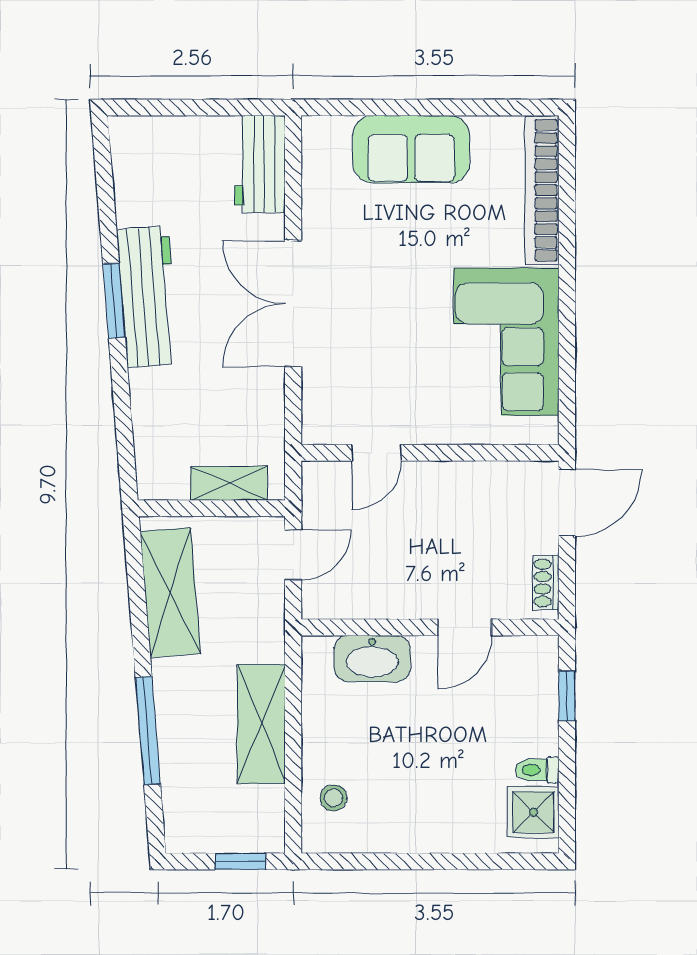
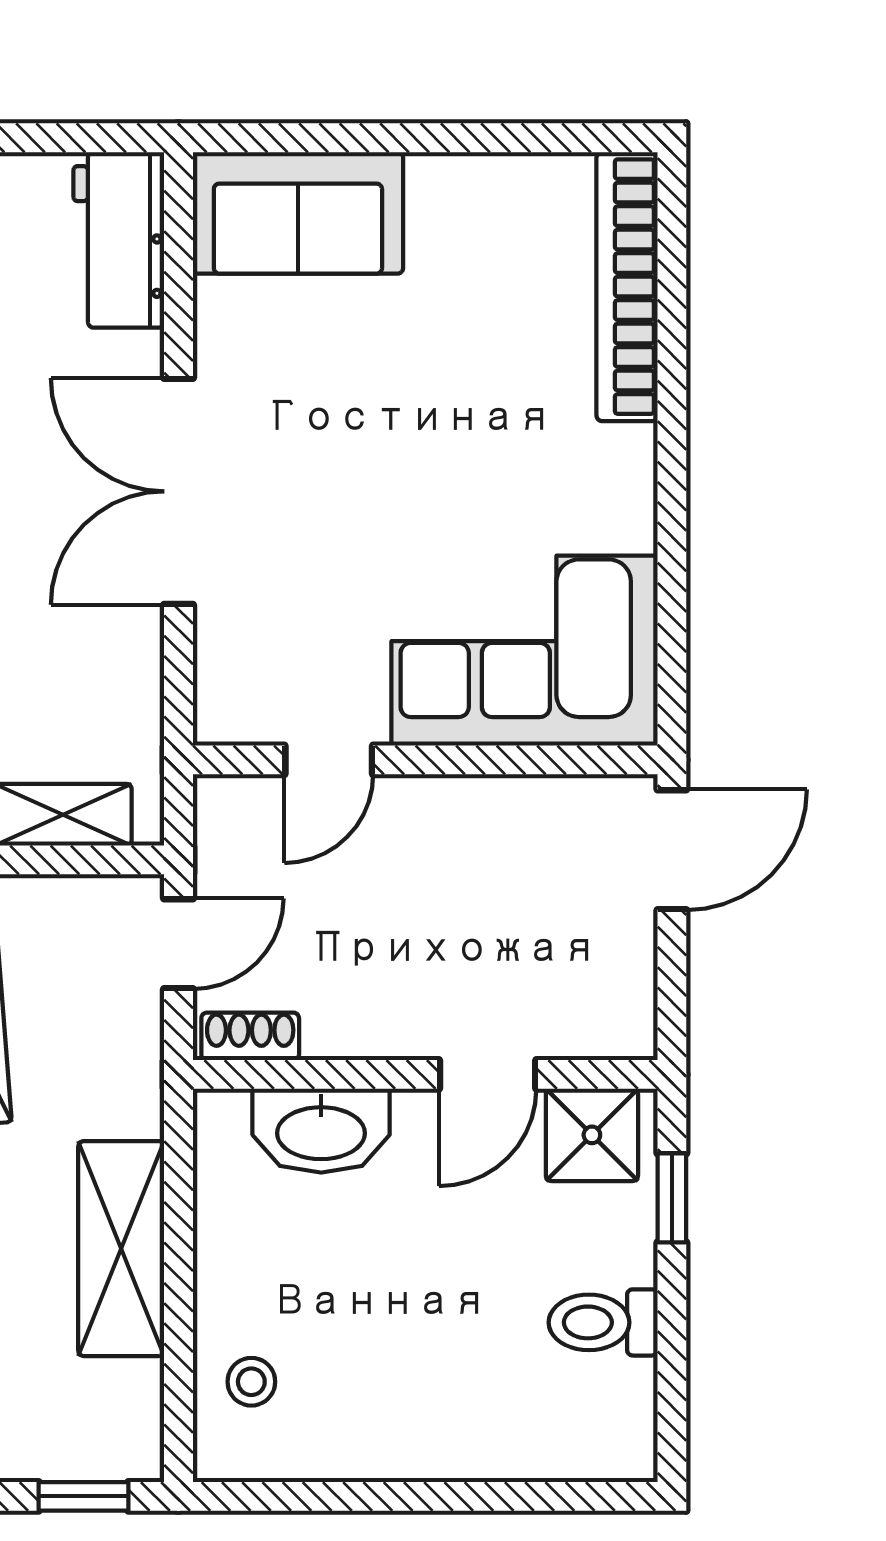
sofa: (411, 149) -> (298, 213), moved
corner sofa: (506, 342) -> (525, 651), moved, turned 90
shoe rack: (546, 583) -> (250, 1036), moved, turned 90
toilet: (537, 770) -> (603, 1322), width x1.37, depth x1.39
shower: (533, 812) -> (592, 1135), moved

